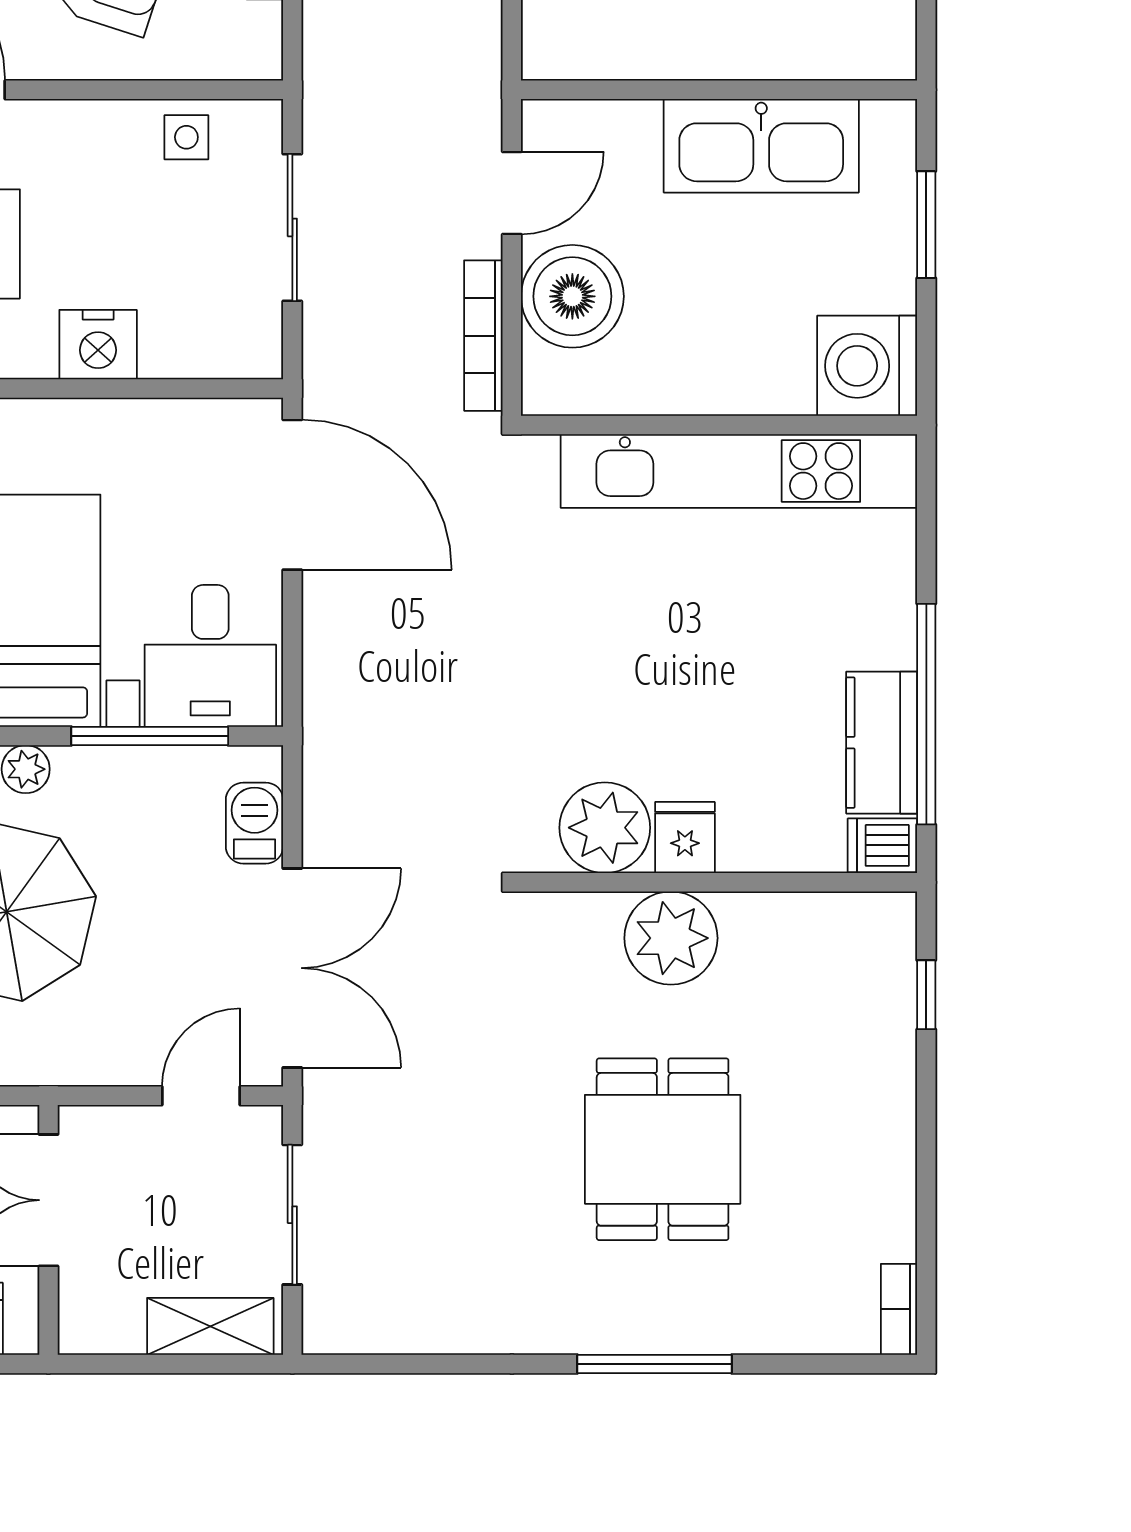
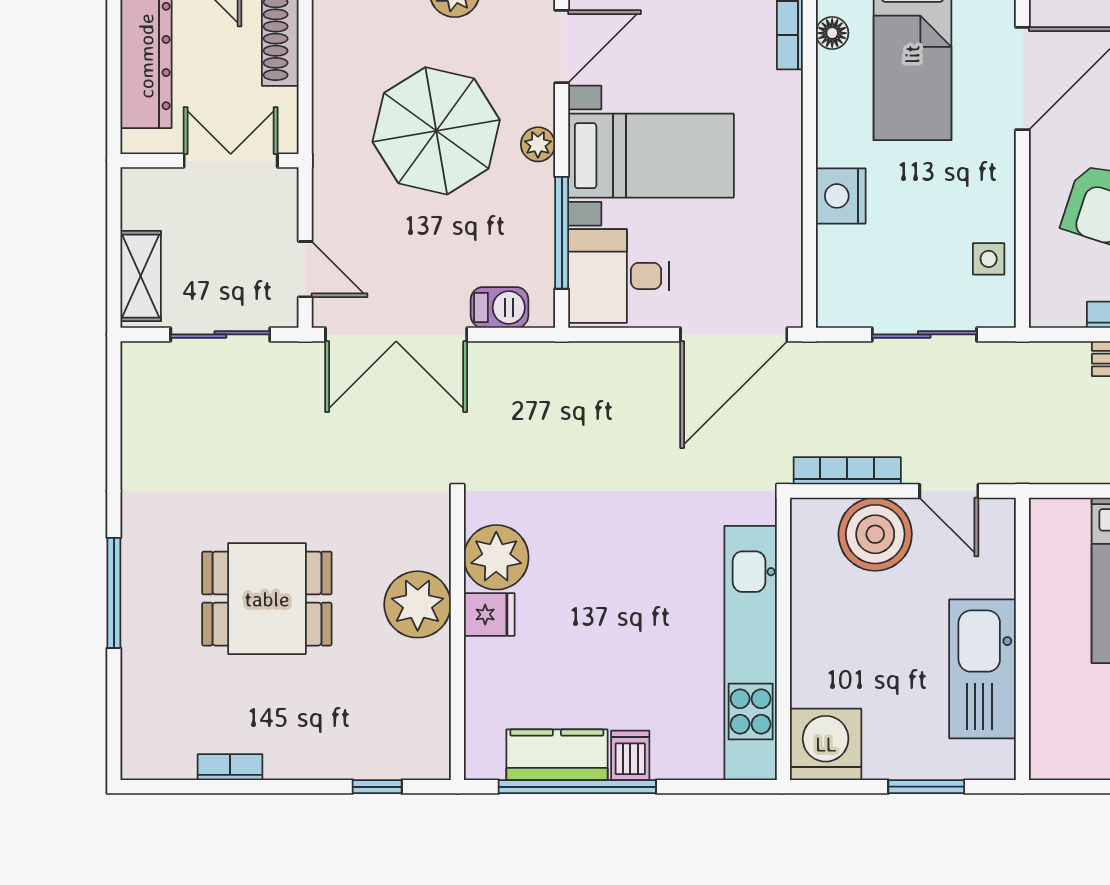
dishwasher: (882, 845) -> (630, 755), moved
bookcase: (899, 1309) -> (230, 767), moved

